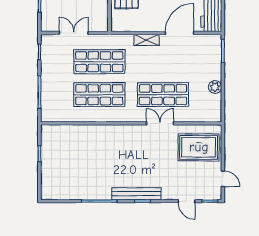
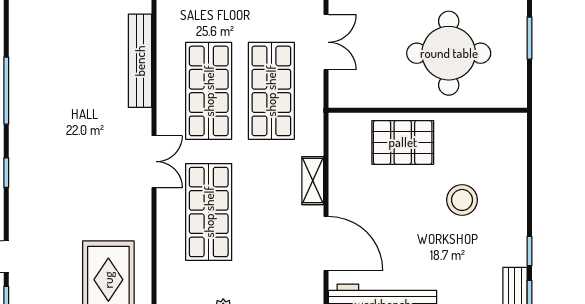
double door: (160, 123) -> (154, 162), moved
bench: (136, 194) -> (140, 61), moved

